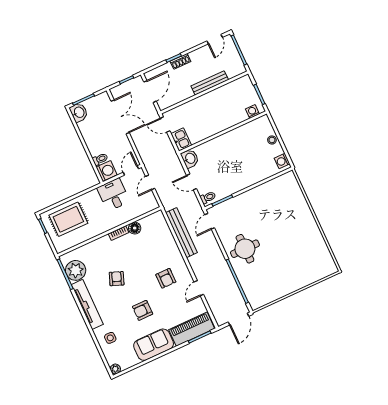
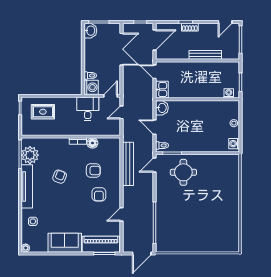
rug: (68, 219) -> (43, 112), width x0.73, depth x0.70
round table: (245, 249) -> (183, 172), moved
armchair: (143, 310) -> (93, 170), moved, turned 180

